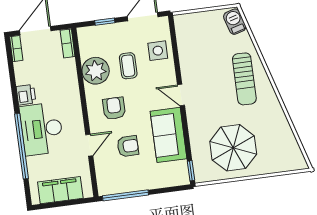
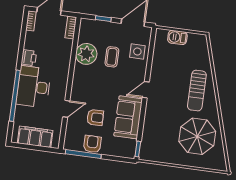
barbecue: (235, 22) -> (177, 37), moved, turned -73
door: (181, 95) -> (146, 90), hinge flipped
armchair: (114, 108) -> (92, 144), moved
parasol: (233, 148) -> (197, 136), moved

